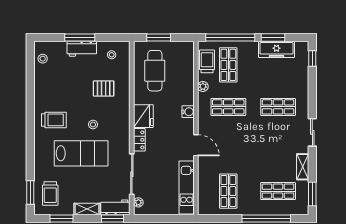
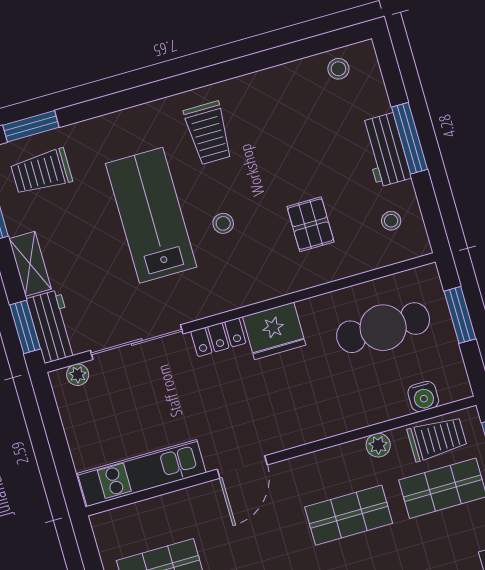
shop shelf: (228, 107) -> (349, 515), turned 90
water cooler: (188, 112) -> (423, 396), moved
lab bench: (81, 153) -> (151, 215), turned 180

